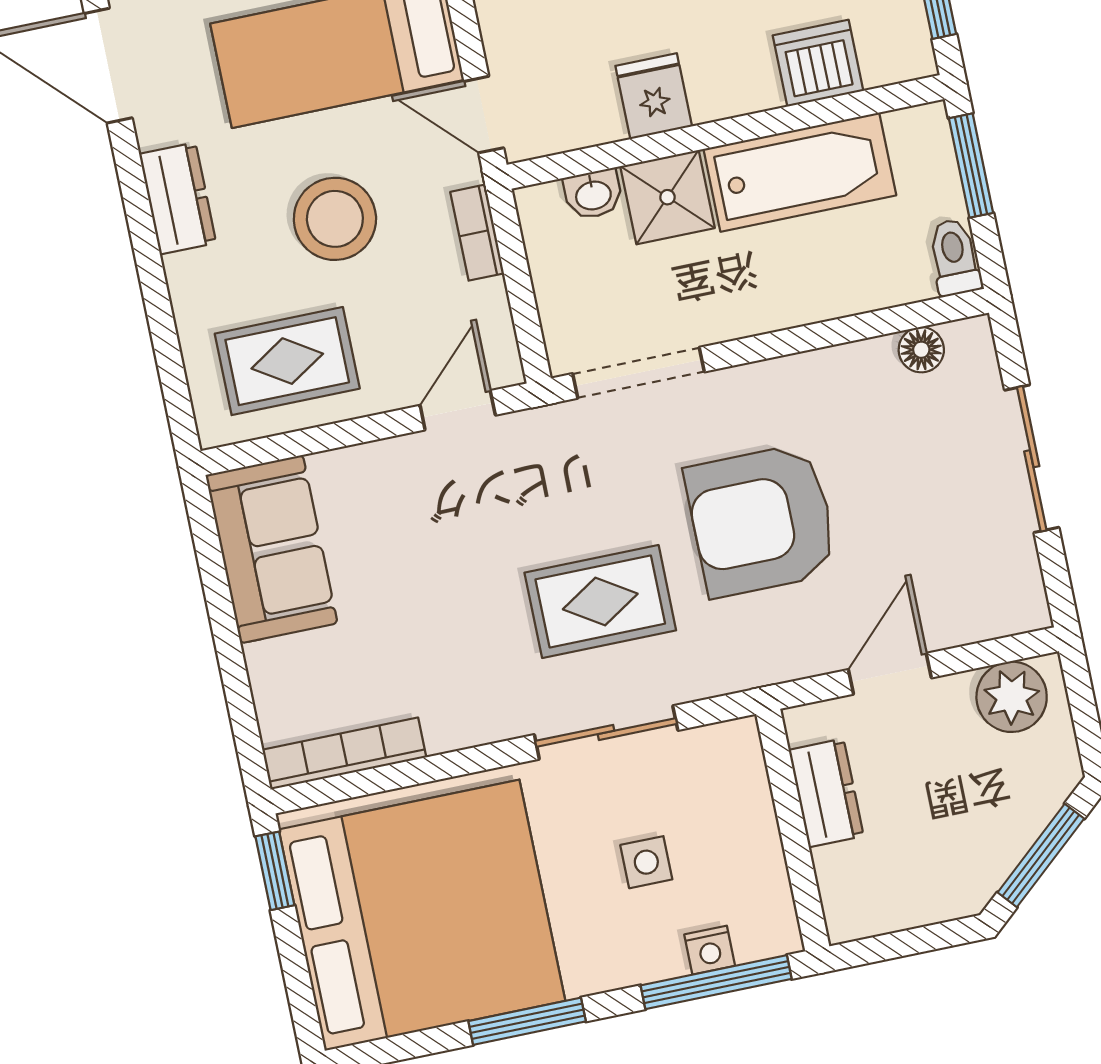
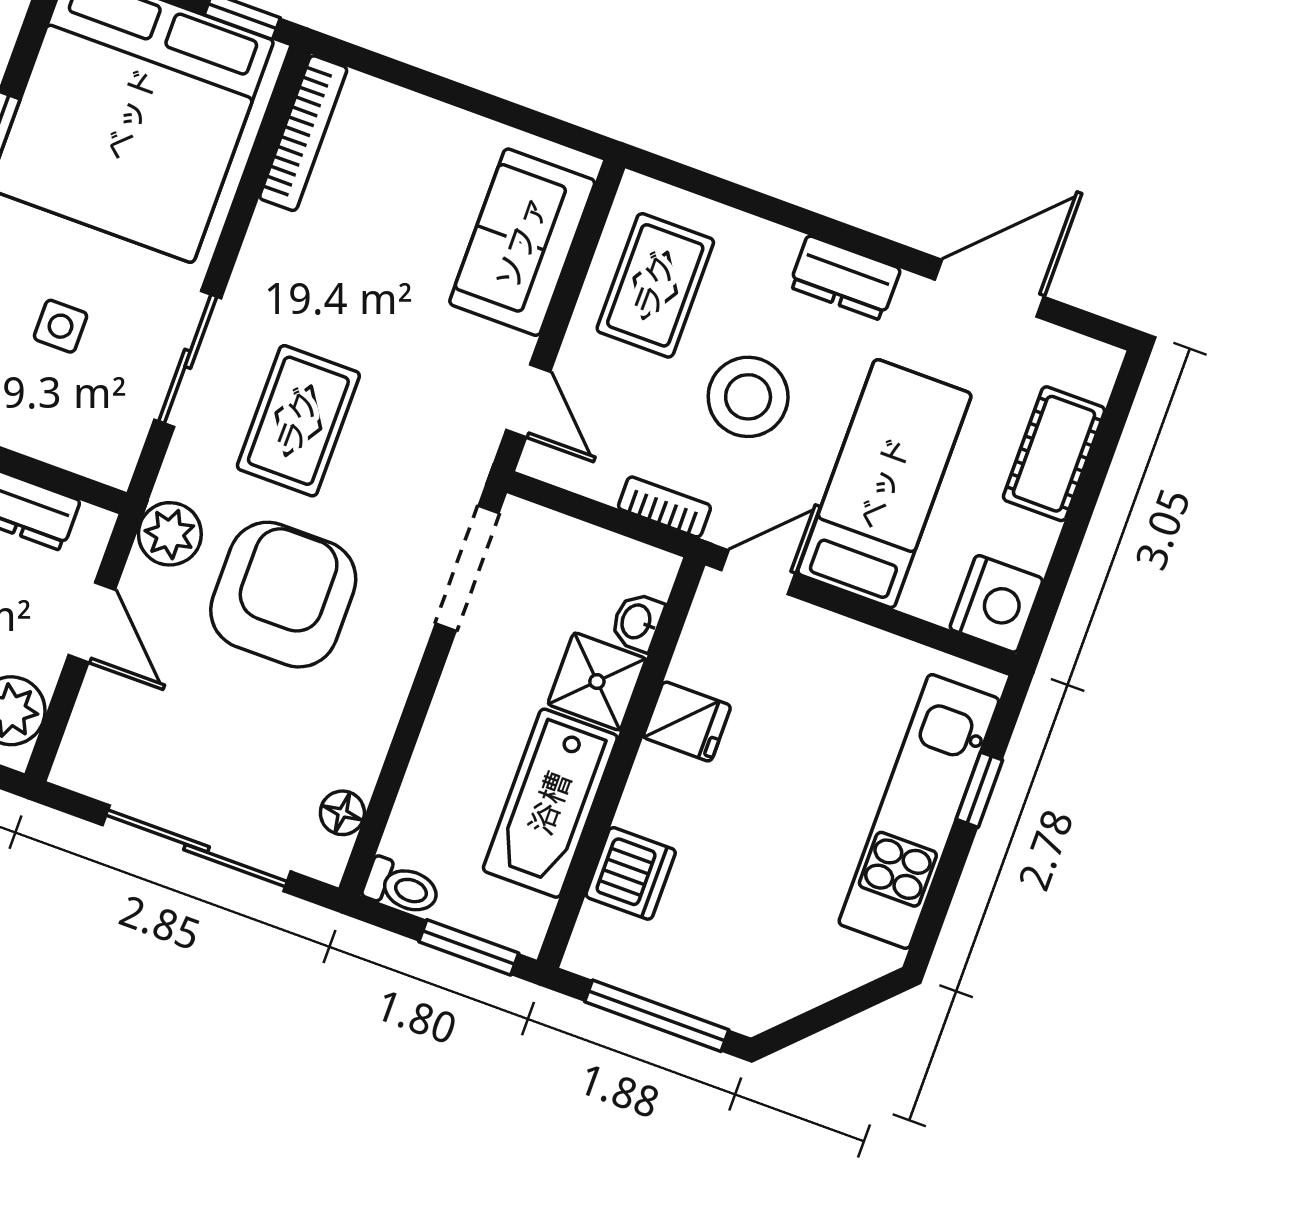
sliding door: (1032, 459) -> (197, 848), width x1.37
sofa: (272, 549) -> (522, 242), moved, turned 90
plant: (770, 653) -> (170, 534), added

